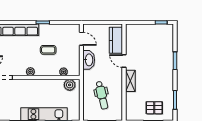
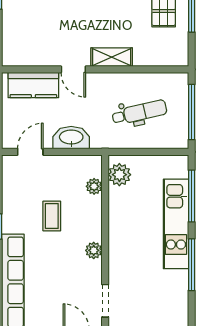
door: (124, 61) -> (73, 69), hinge flipped

